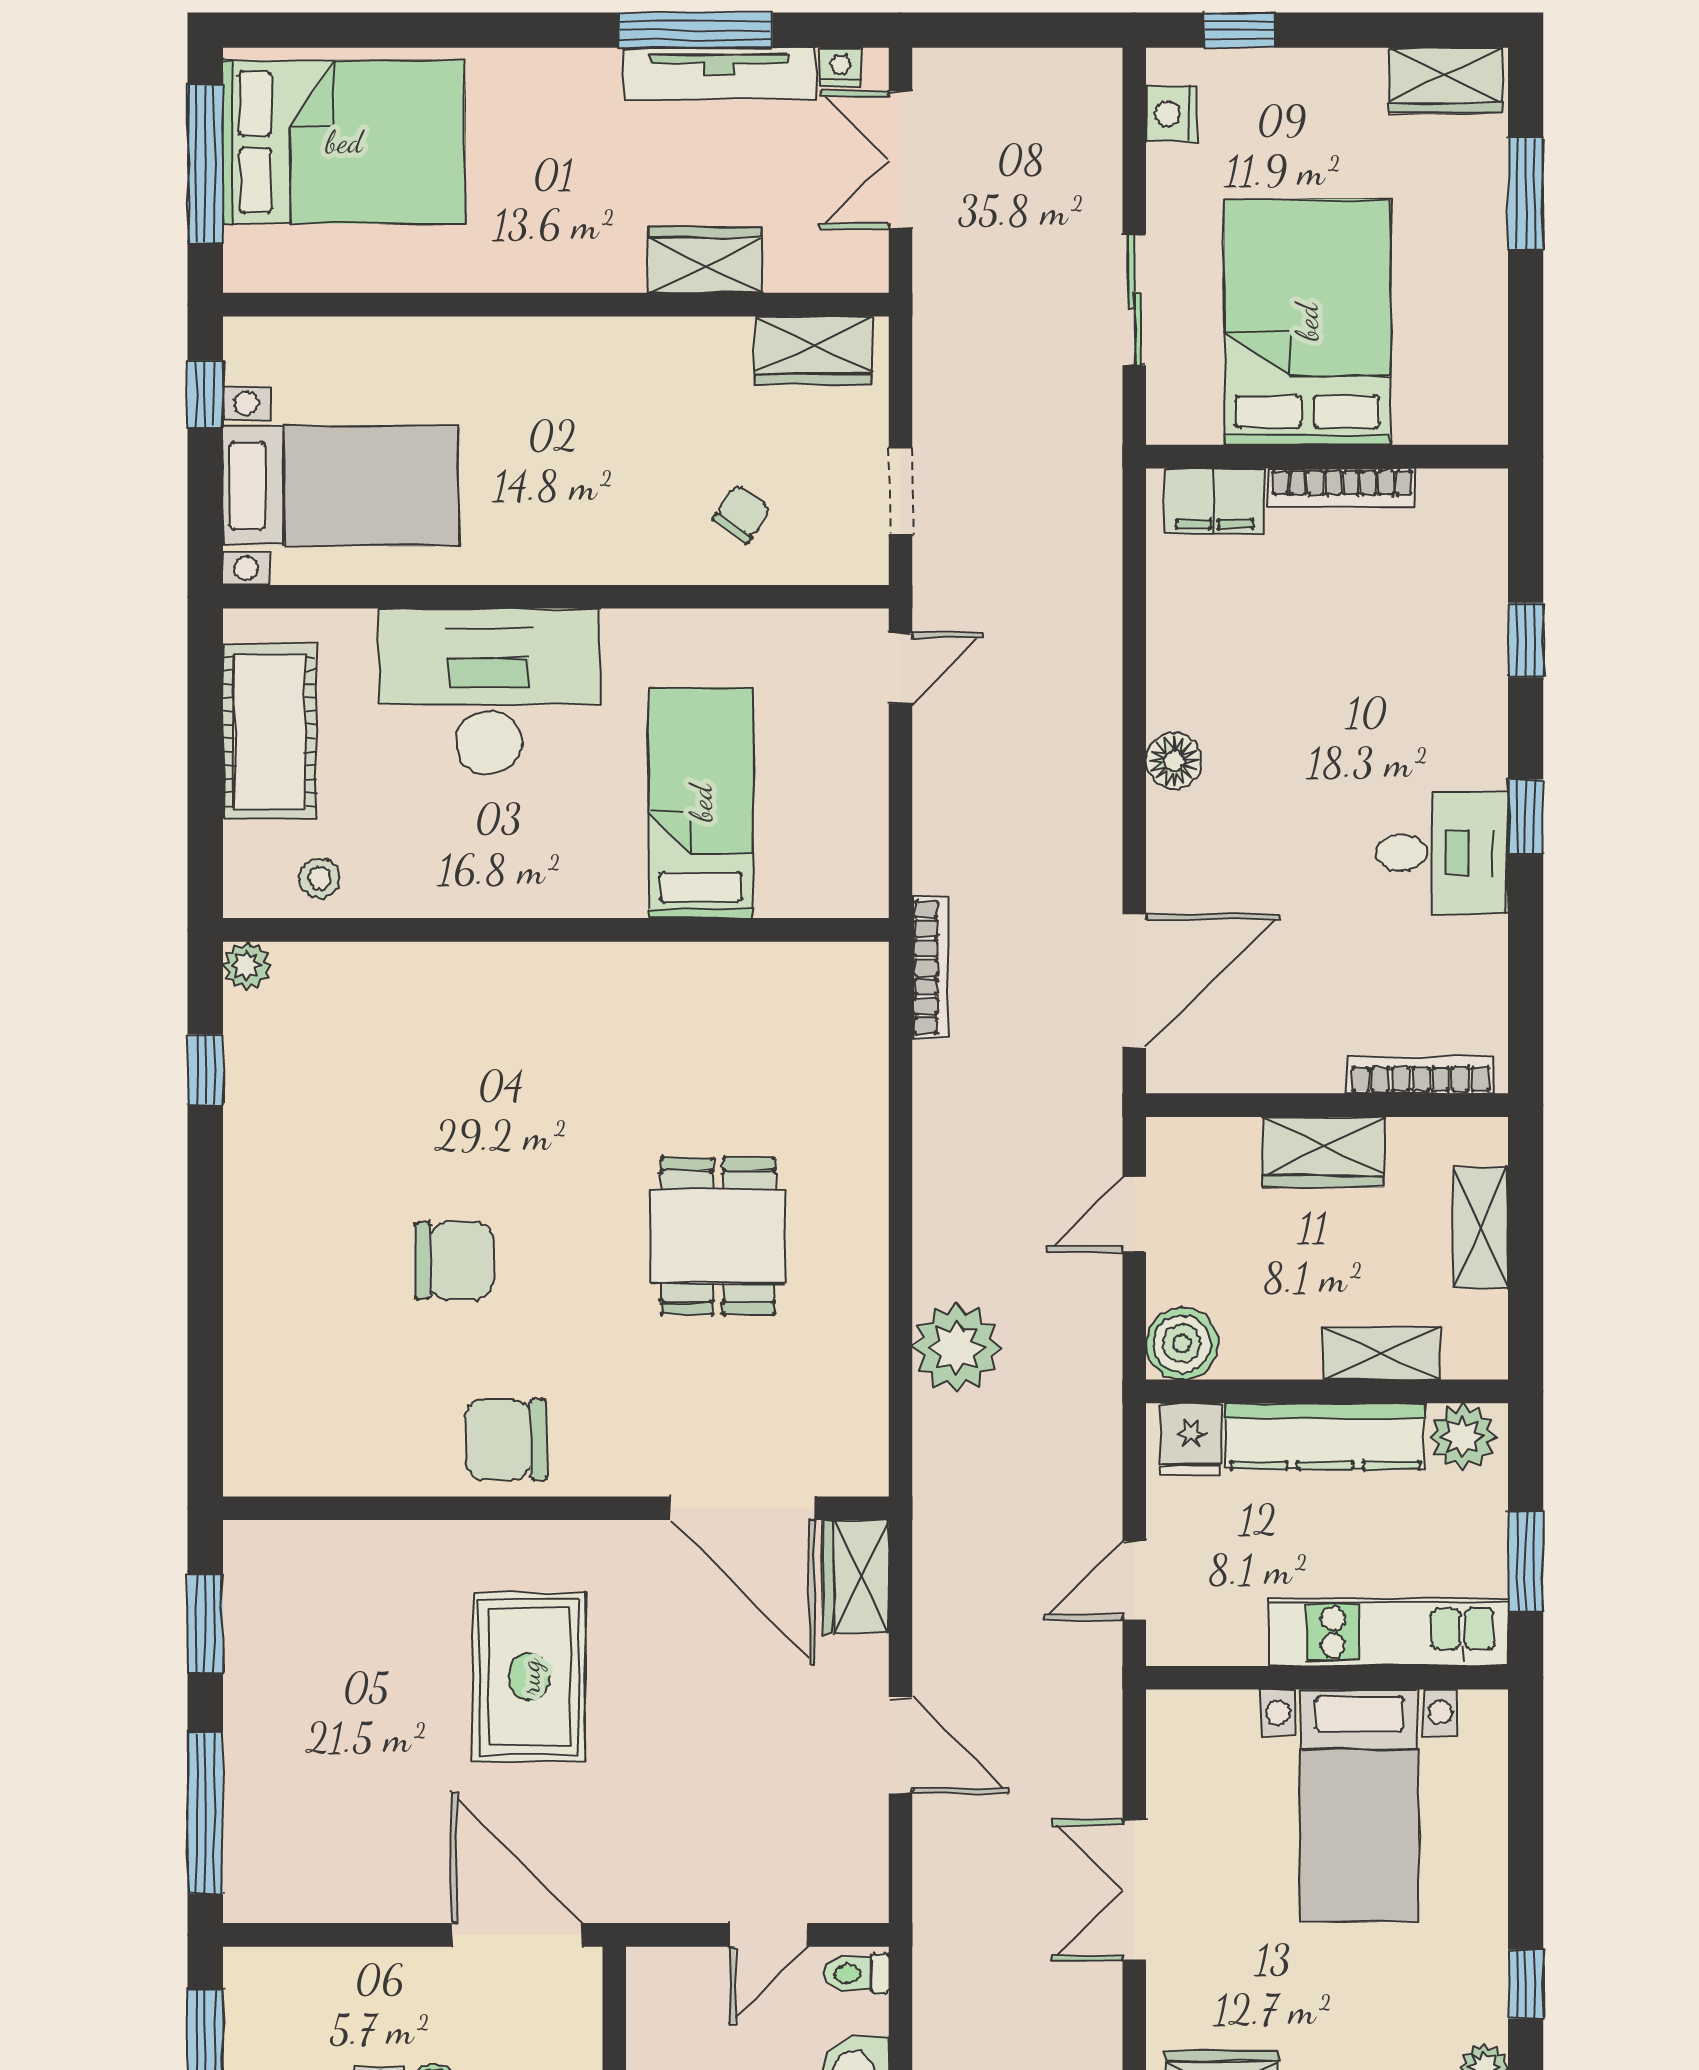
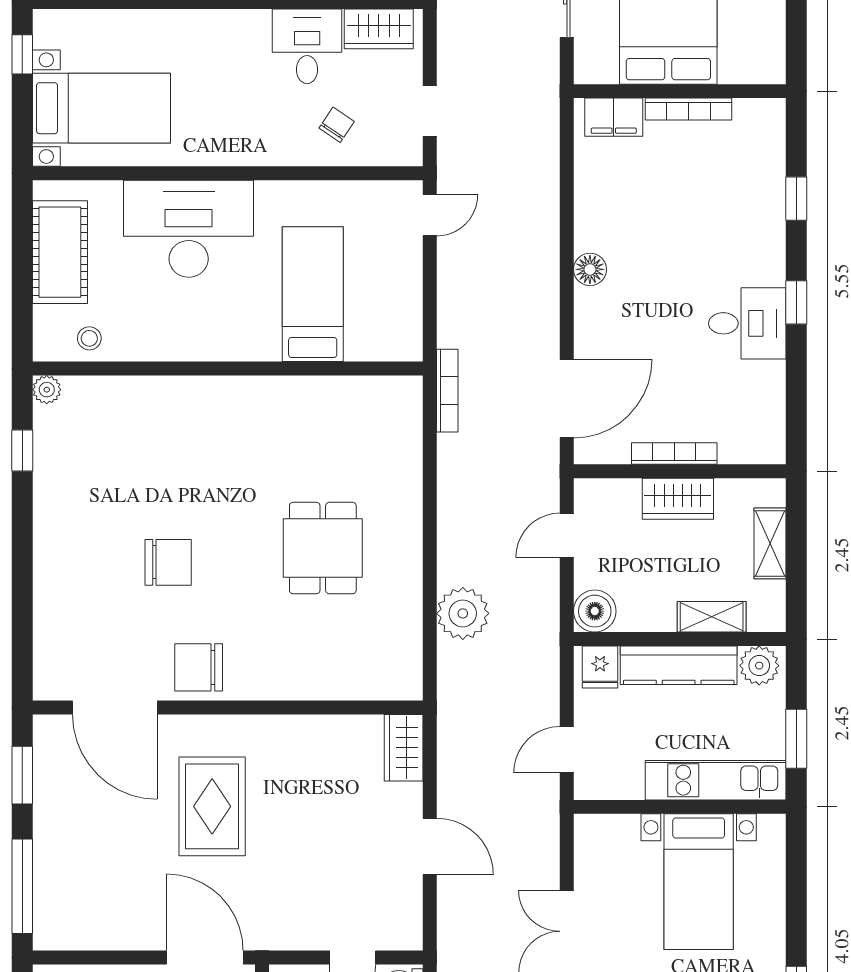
desk: (691, 380) -> (307, 46), added
bookcase: (1421, 1075) -> (674, 453), moved
door: (742, 1508) -> (115, 708), moved

